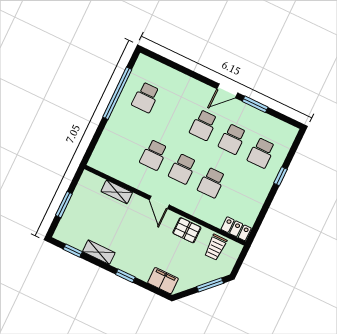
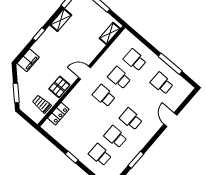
door: (227, 91) -> (170, 120), moved
window: (117, 93) -> (170, 64), width x0.68
window: (281, 176) -> (72, 157), moved
school desk: (211, 183) -> (135, 60), moved
shelving: (117, 192) -> (110, 33), moved
locker: (236, 229) -> (58, 114), moved

